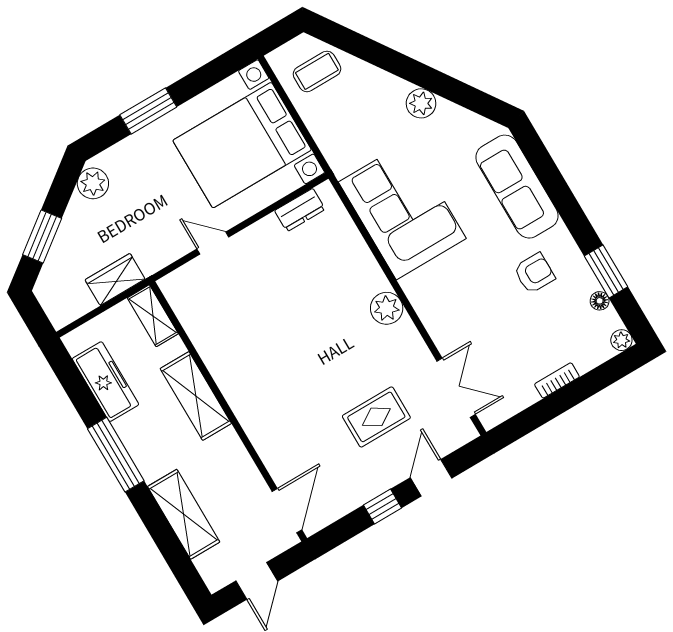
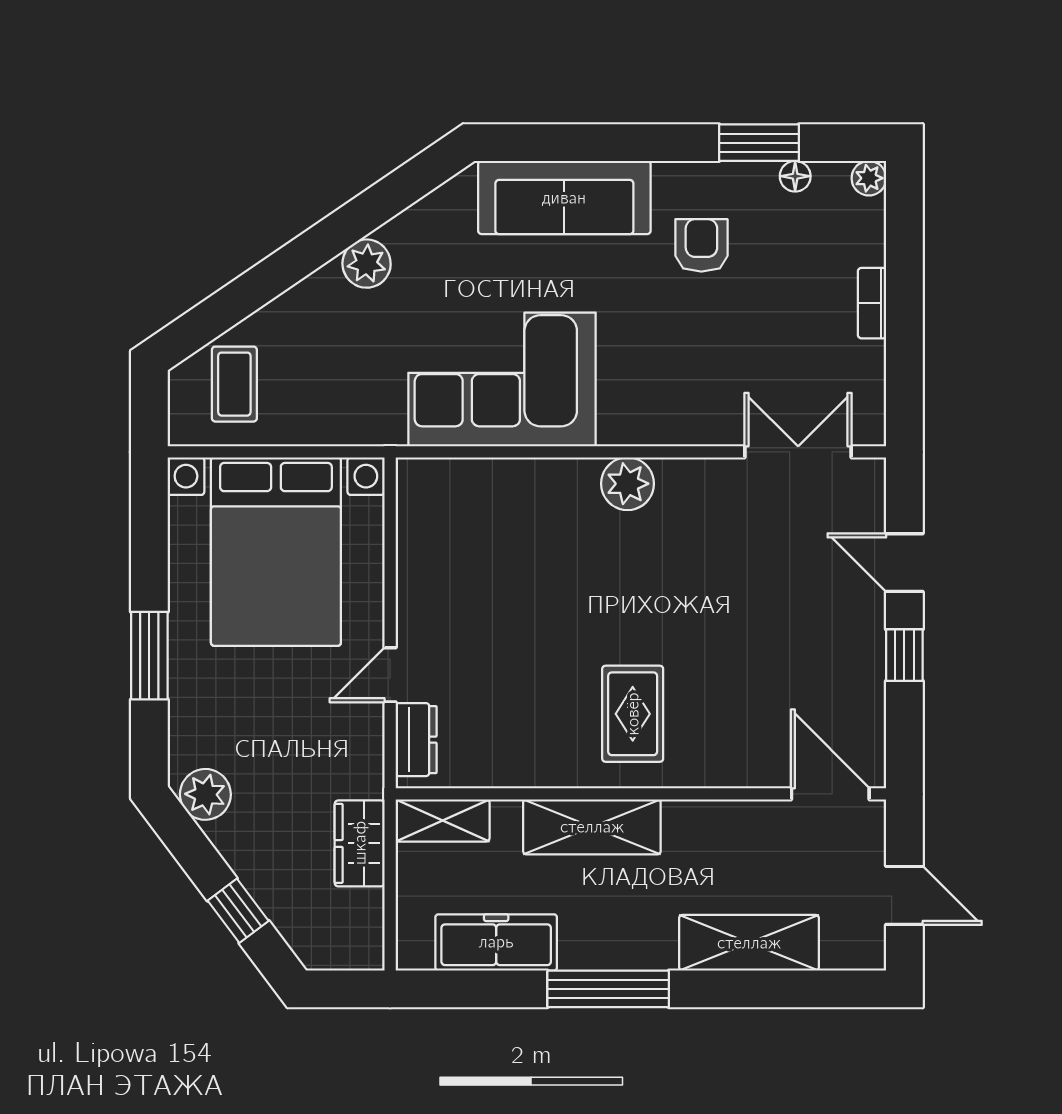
dresser: (300, 210) -> (416, 740), moved
window: (42, 237) -> (238, 911), width x0.67
rug: (376, 417) -> (633, 714), moved

